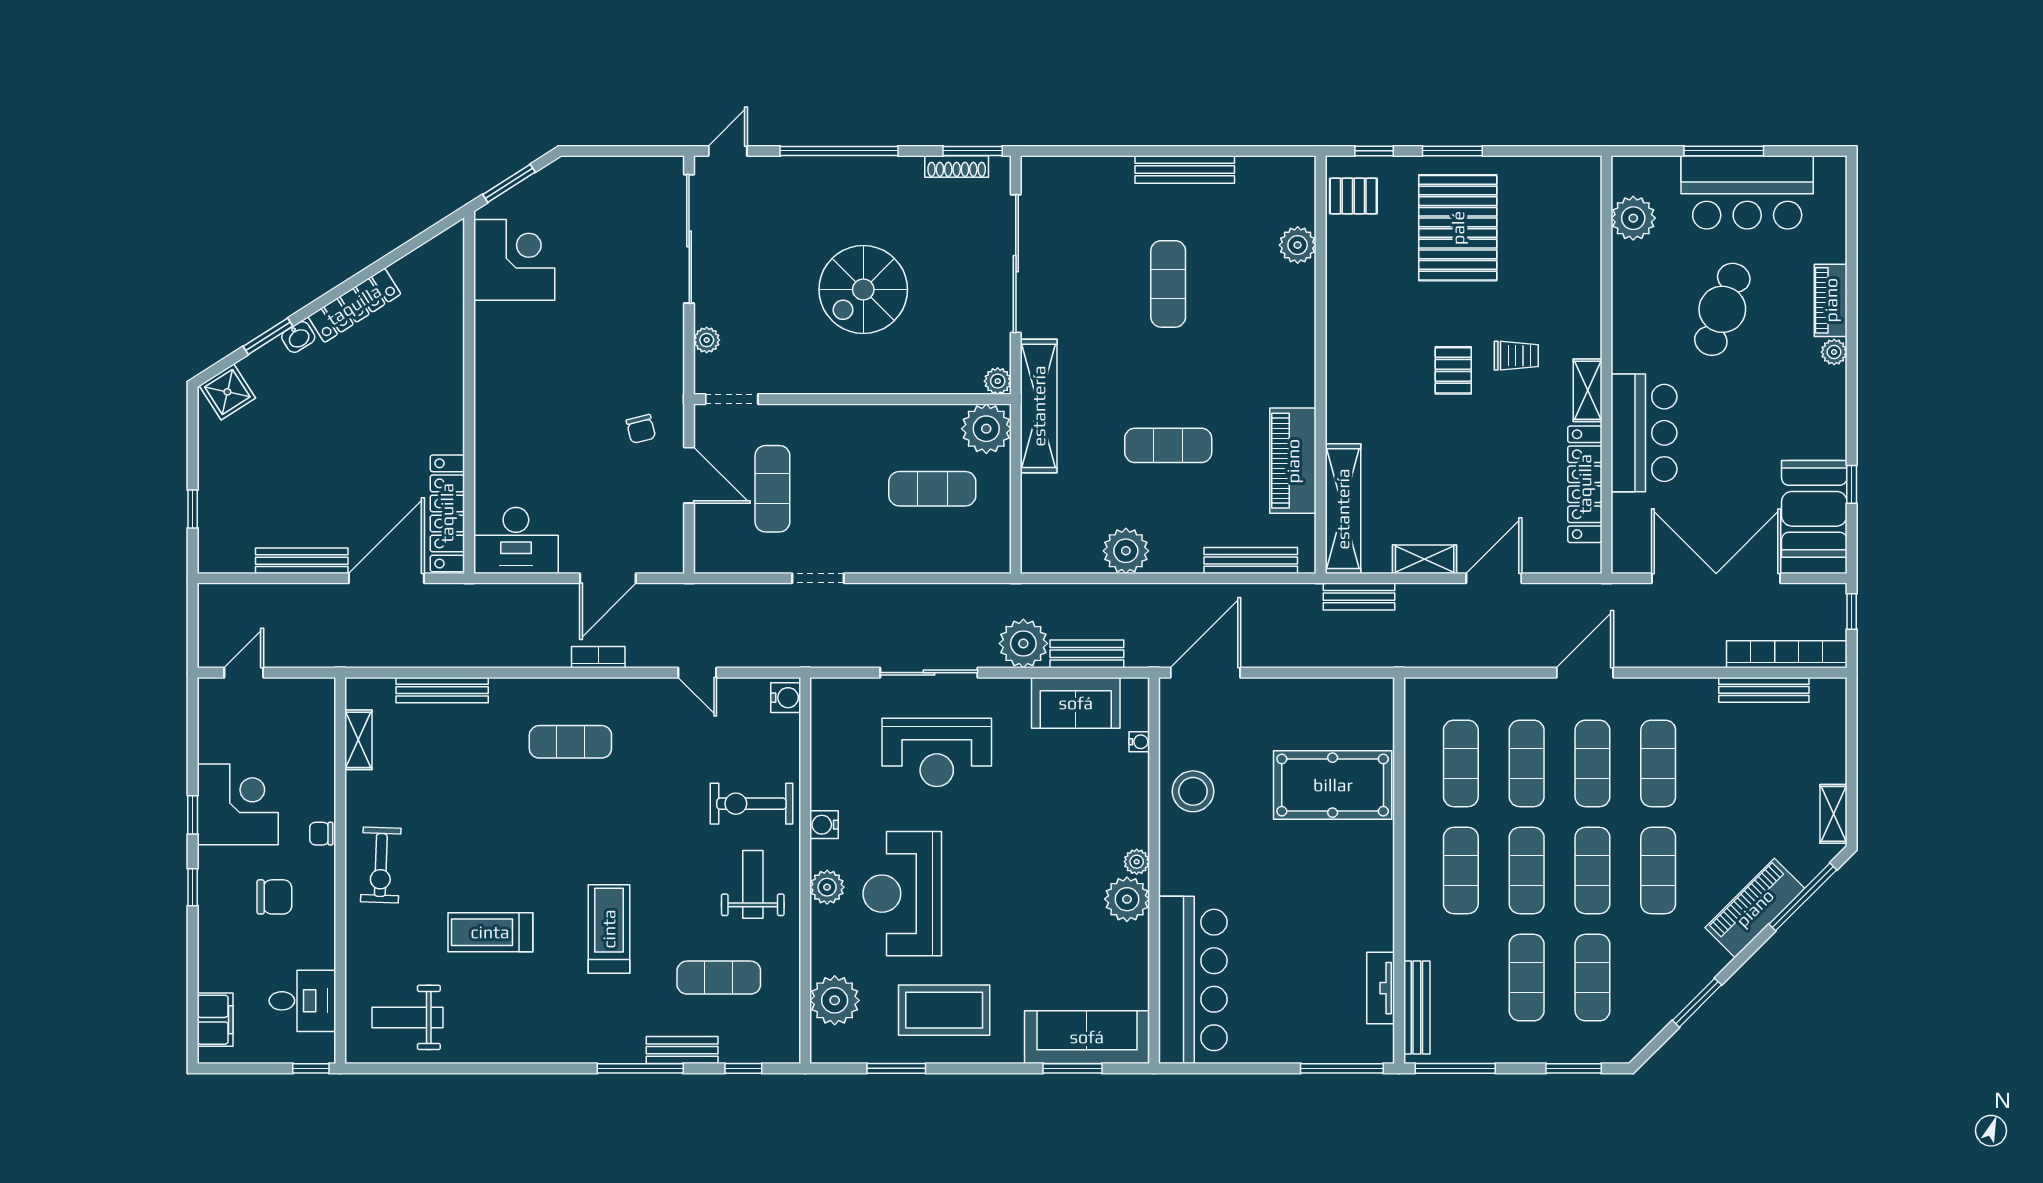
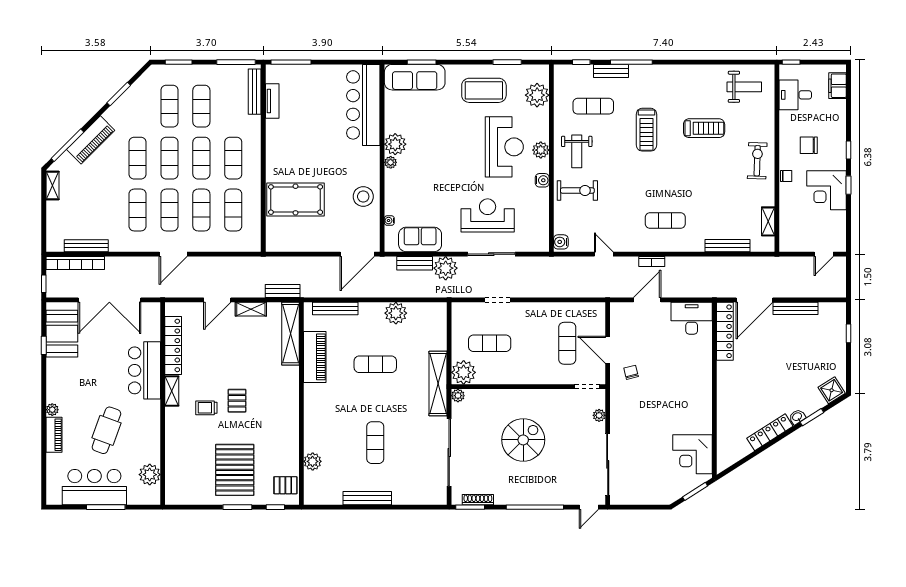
doorway: (818, 578) -> (498, 300), moved

